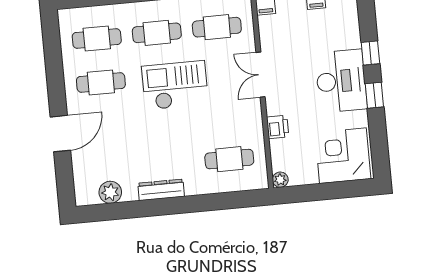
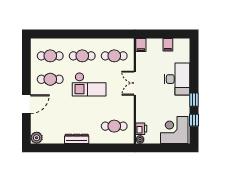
window: (370, 53) -> (194, 120), moved
desk: (341, 81) -> (177, 79), moved
checkout: (175, 85) -> (89, 84), turned 180
printer: (278, 127) -> (141, 129), moved
plant: (110, 192) -> (37, 138), moved

